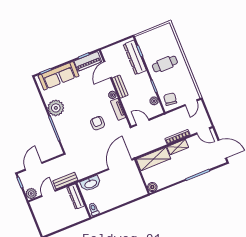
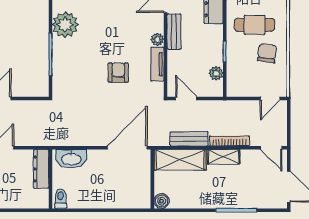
chair: (170, 99) -> (267, 53), moved
bench: (65, 181) -> (189, 139), moved

